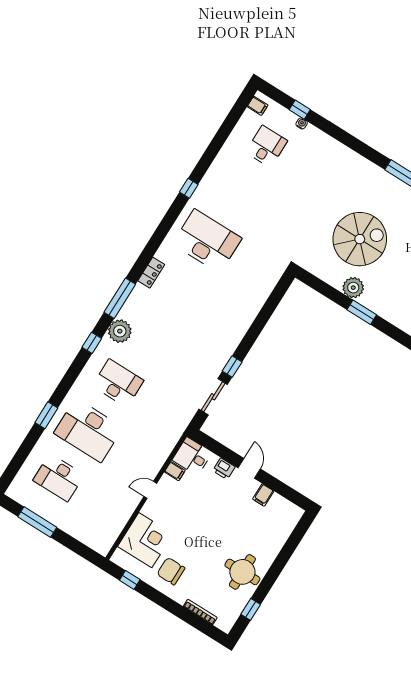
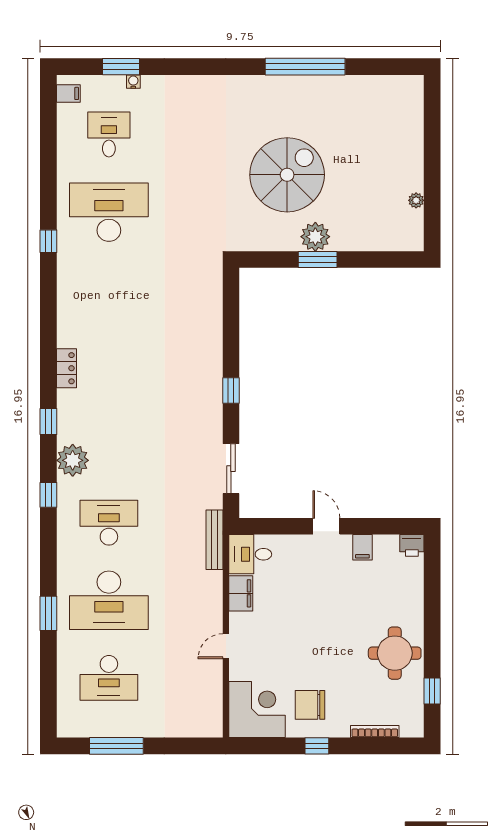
window: (300, 110) -> (121, 67), width x1.50
desk: (207, 241) -> (109, 212), moved
window: (120, 298) -> (48, 421), width x0.46
window: (362, 312) -> (318, 260), moved
window: (232, 366) -> (231, 390), moved
bench: (176, 434) -> (214, 540), added
printer: (224, 469) -> (412, 545), moved
filing cabinet: (175, 471) -> (241, 593), width x2.00
door: (150, 490) -> (226, 646), moved
corner desk: (145, 540) -> (257, 710), moved
window: (130, 580) -> (317, 746), moved

